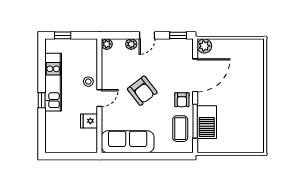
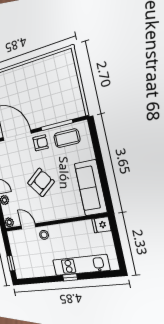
kitchen unit: (53, 82) -> (81, 265), moved
door: (99, 98) -> (28, 226), moved
fridge: (89, 121) -> (101, 225), moved, turned 90
barbecue: (207, 122) -> (55, 114), removed

